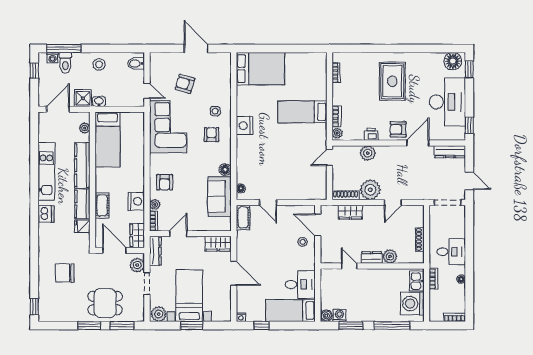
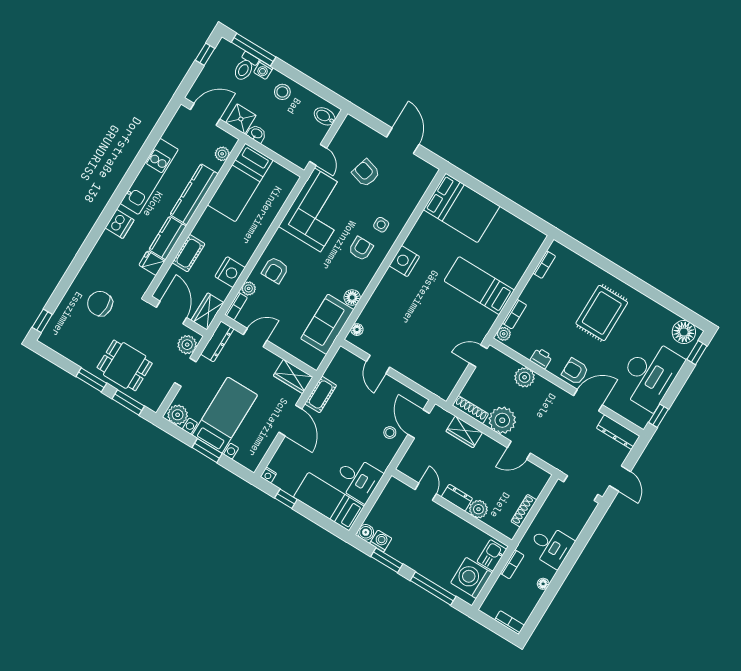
washing machine: (53, 58) -> (263, 70), moved
cot: (243, 218) -> (321, 395), moved

